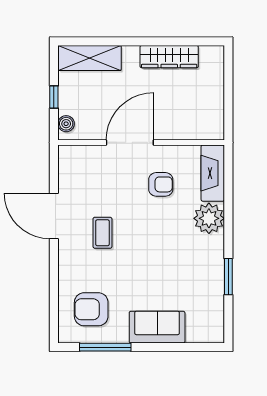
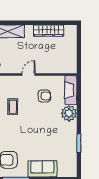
door: (130, 142) -> (28, 74), width x0.53
coffee table: (102, 233) -> (13, 107), moved

